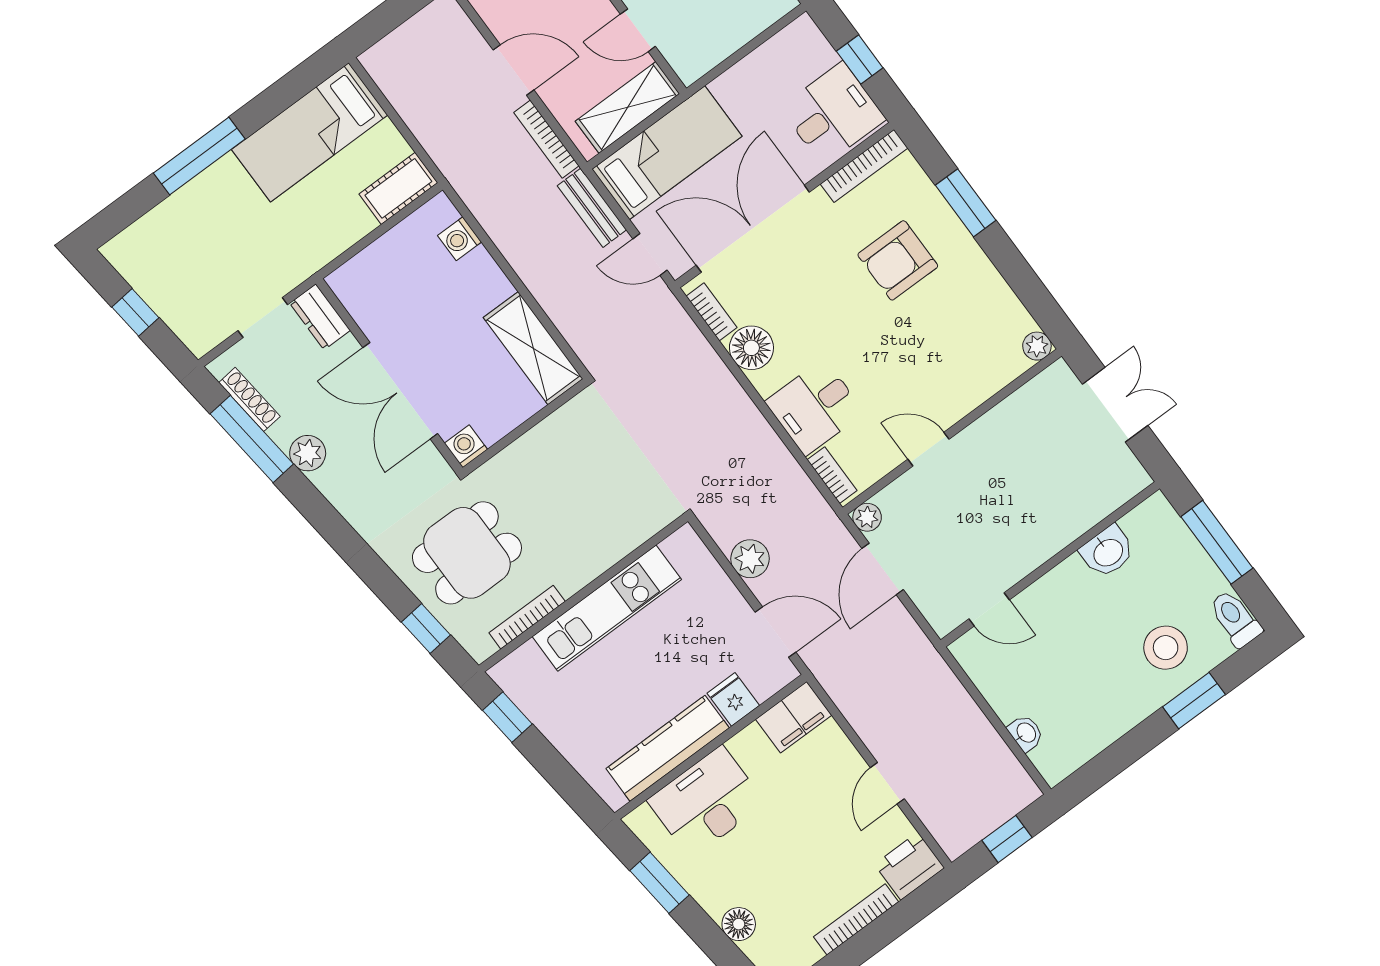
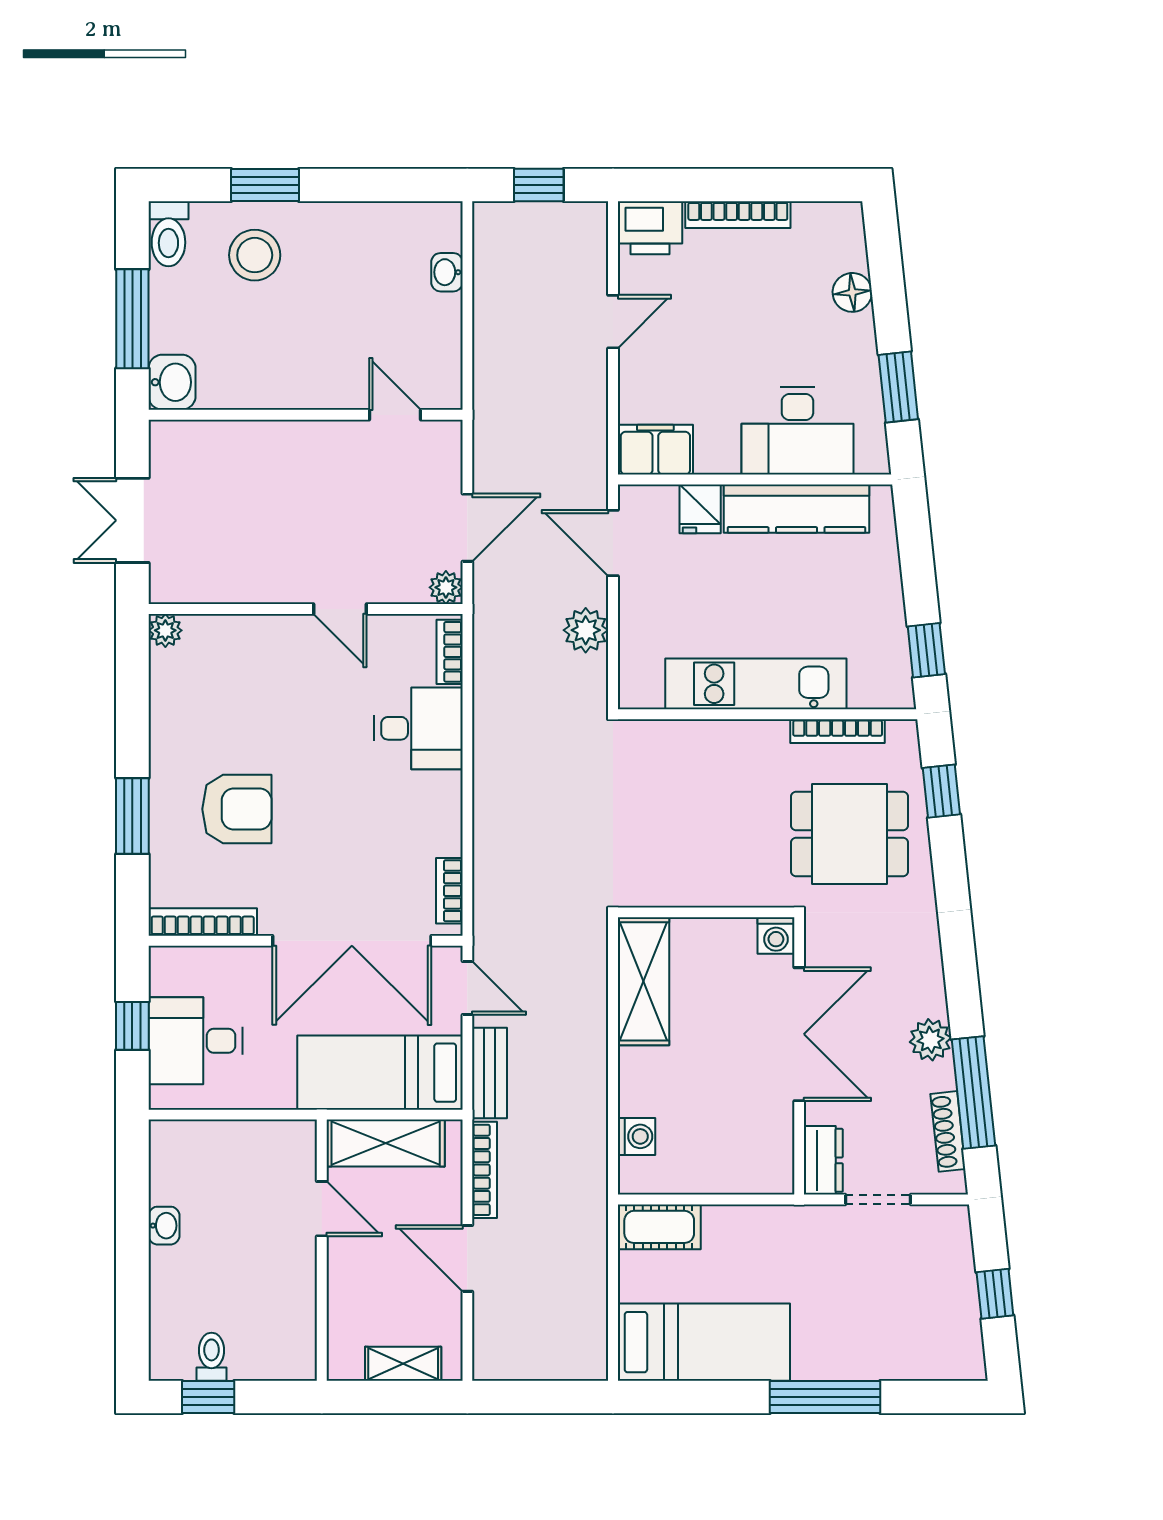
desk: (833, 114) -> (196, 1041), moved
floor lamp: (751, 348) -> (437, 829), removed
washbasin: (1108, 552) -> (172, 382), moved, turned 90

